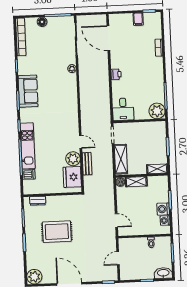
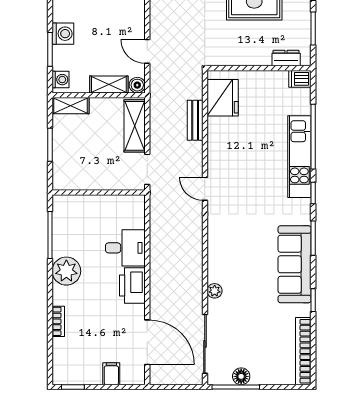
filing cabinet: (138, 19) -> (111, 374), moved
floor lamp: (42, 22) -> (241, 376), moved
printer: (116, 74) -> (132, 285), width x1.87, depth x1.48
sofa: (28, 91) -> (295, 264), width x1.36
desk: (123, 109) -> (125, 248), moved, turned 90
plant: (157, 111) -> (66, 271), moved
door: (81, 142) -> (205, 189), moved
plant: (73, 159) -> (220, 130), removed
dishwasher: (29, 174) -> (300, 79), moved
door: (116, 220) -> (147, 51), moved
washing machine: (165, 220) -> (61, 80), moved

